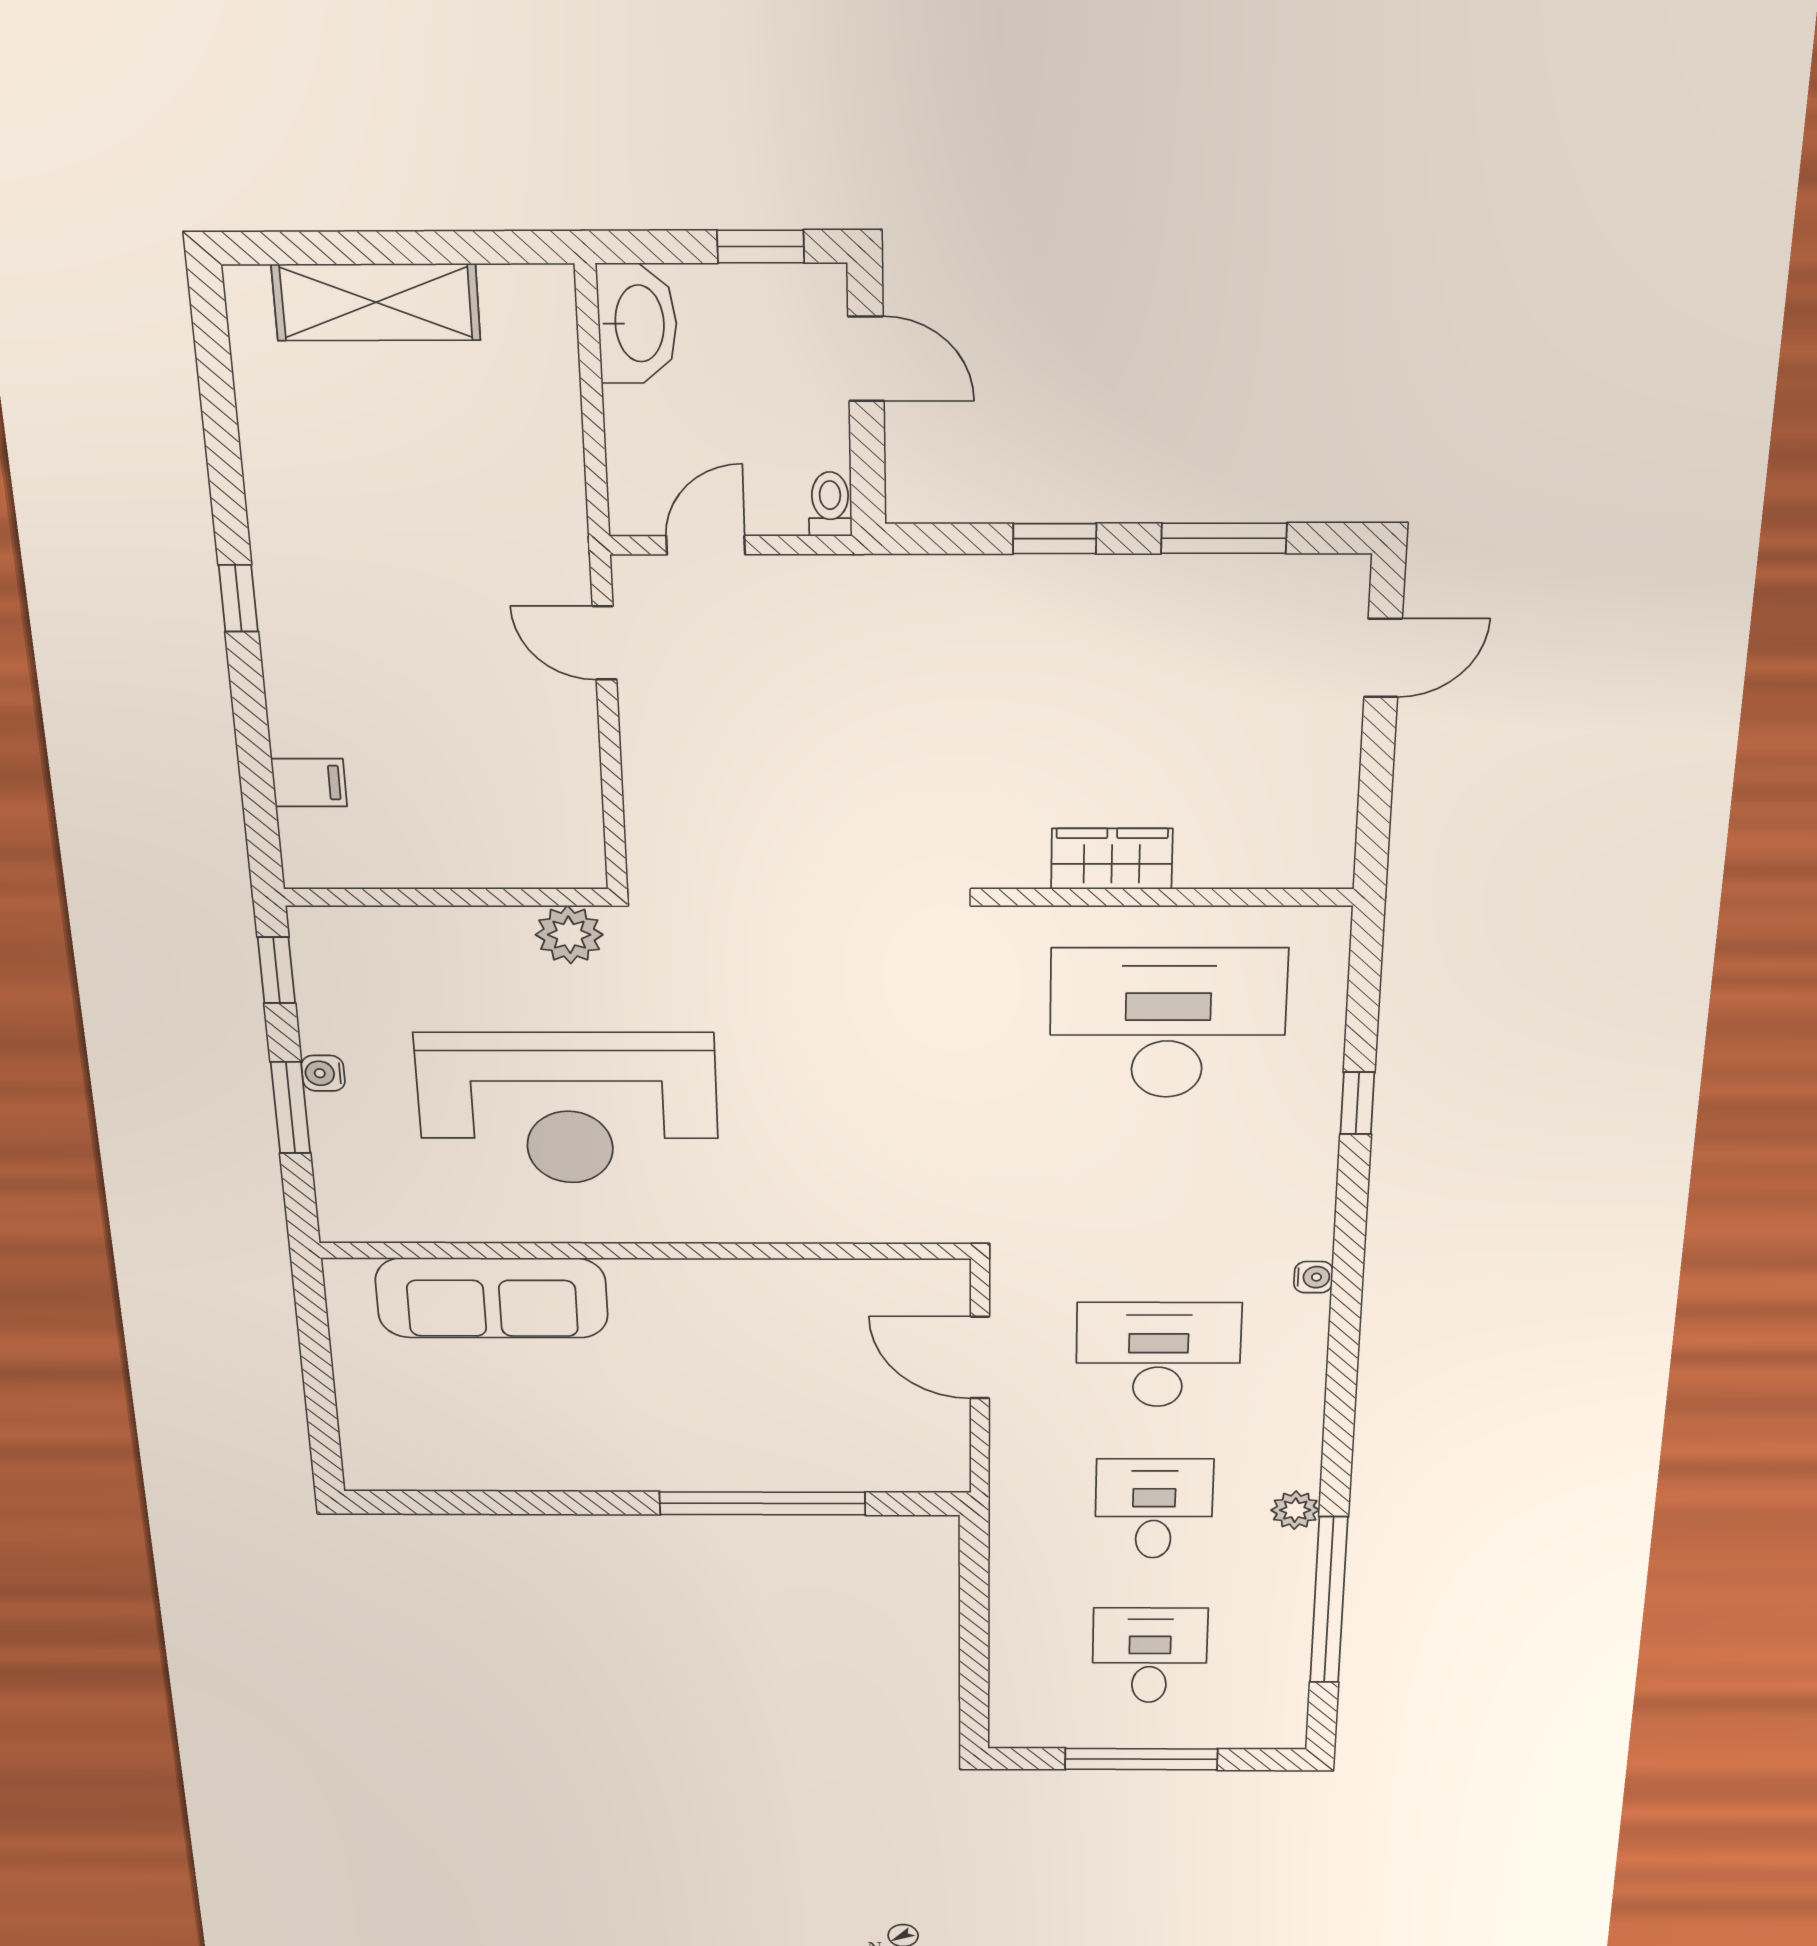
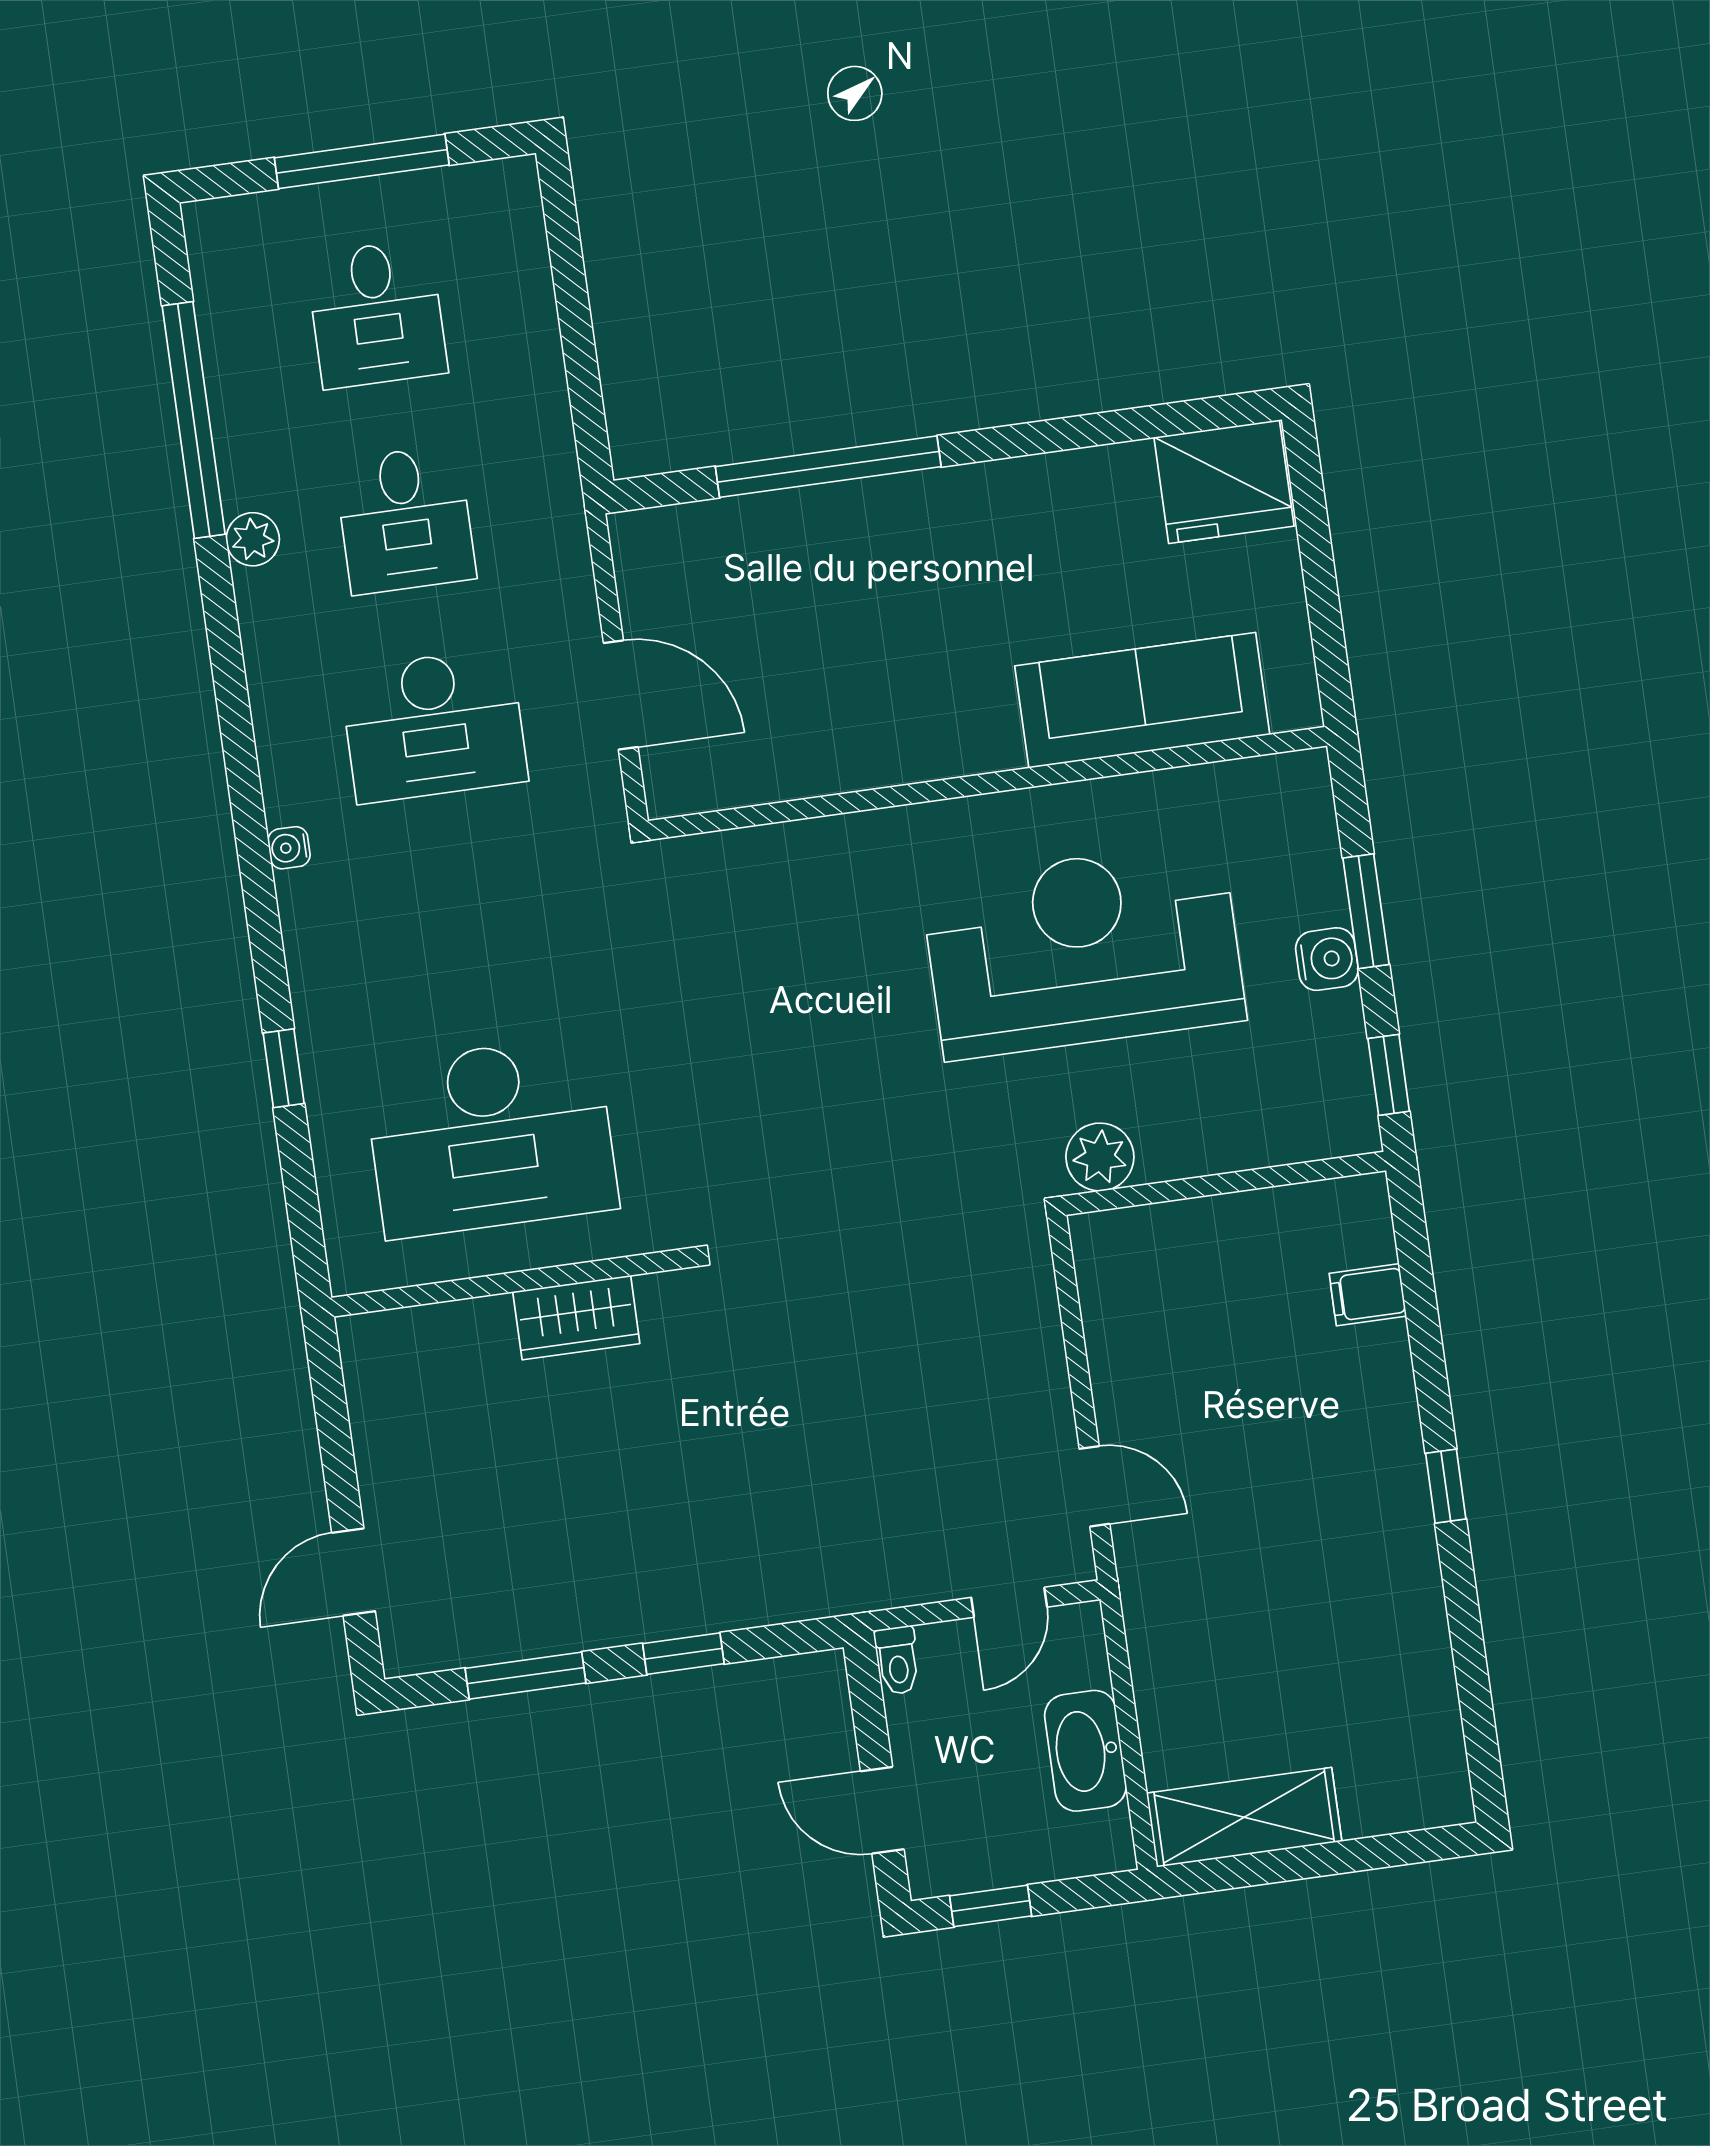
shelving: (376, 302) -> (1244, 1817), moved
washbasin: (637, 323) -> (1086, 1751), moved
water cooler: (323, 1073) -> (1327, 959), width x1.38, depth x1.38
fridge: (401, 1452) -> (1224, 482), added

